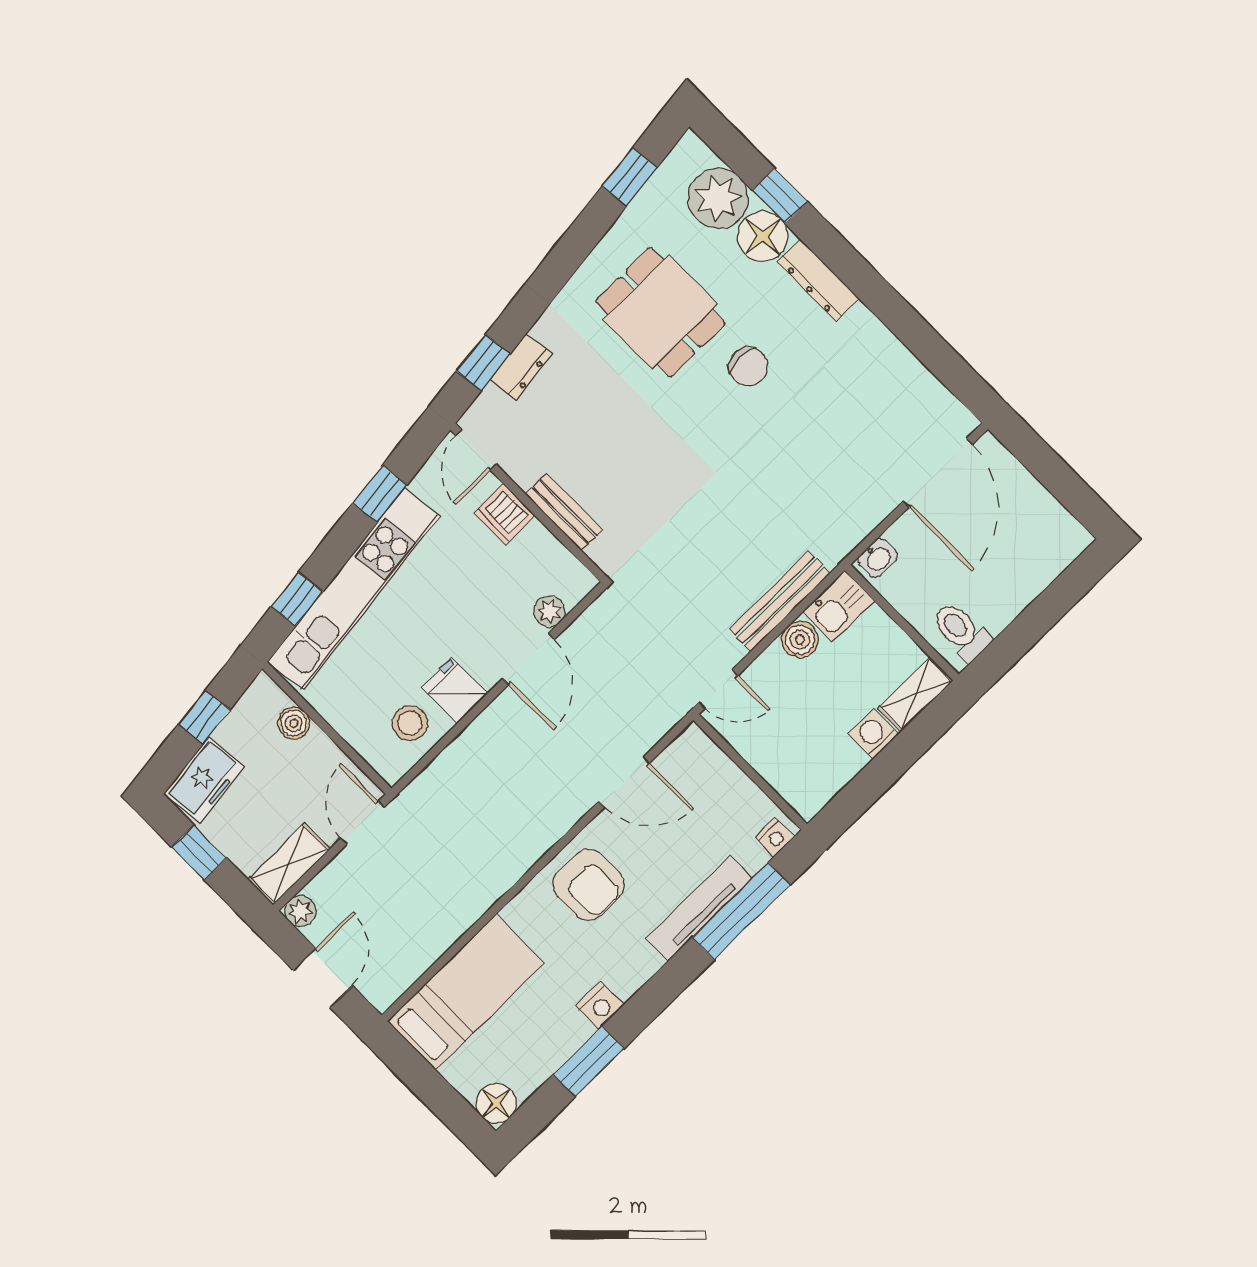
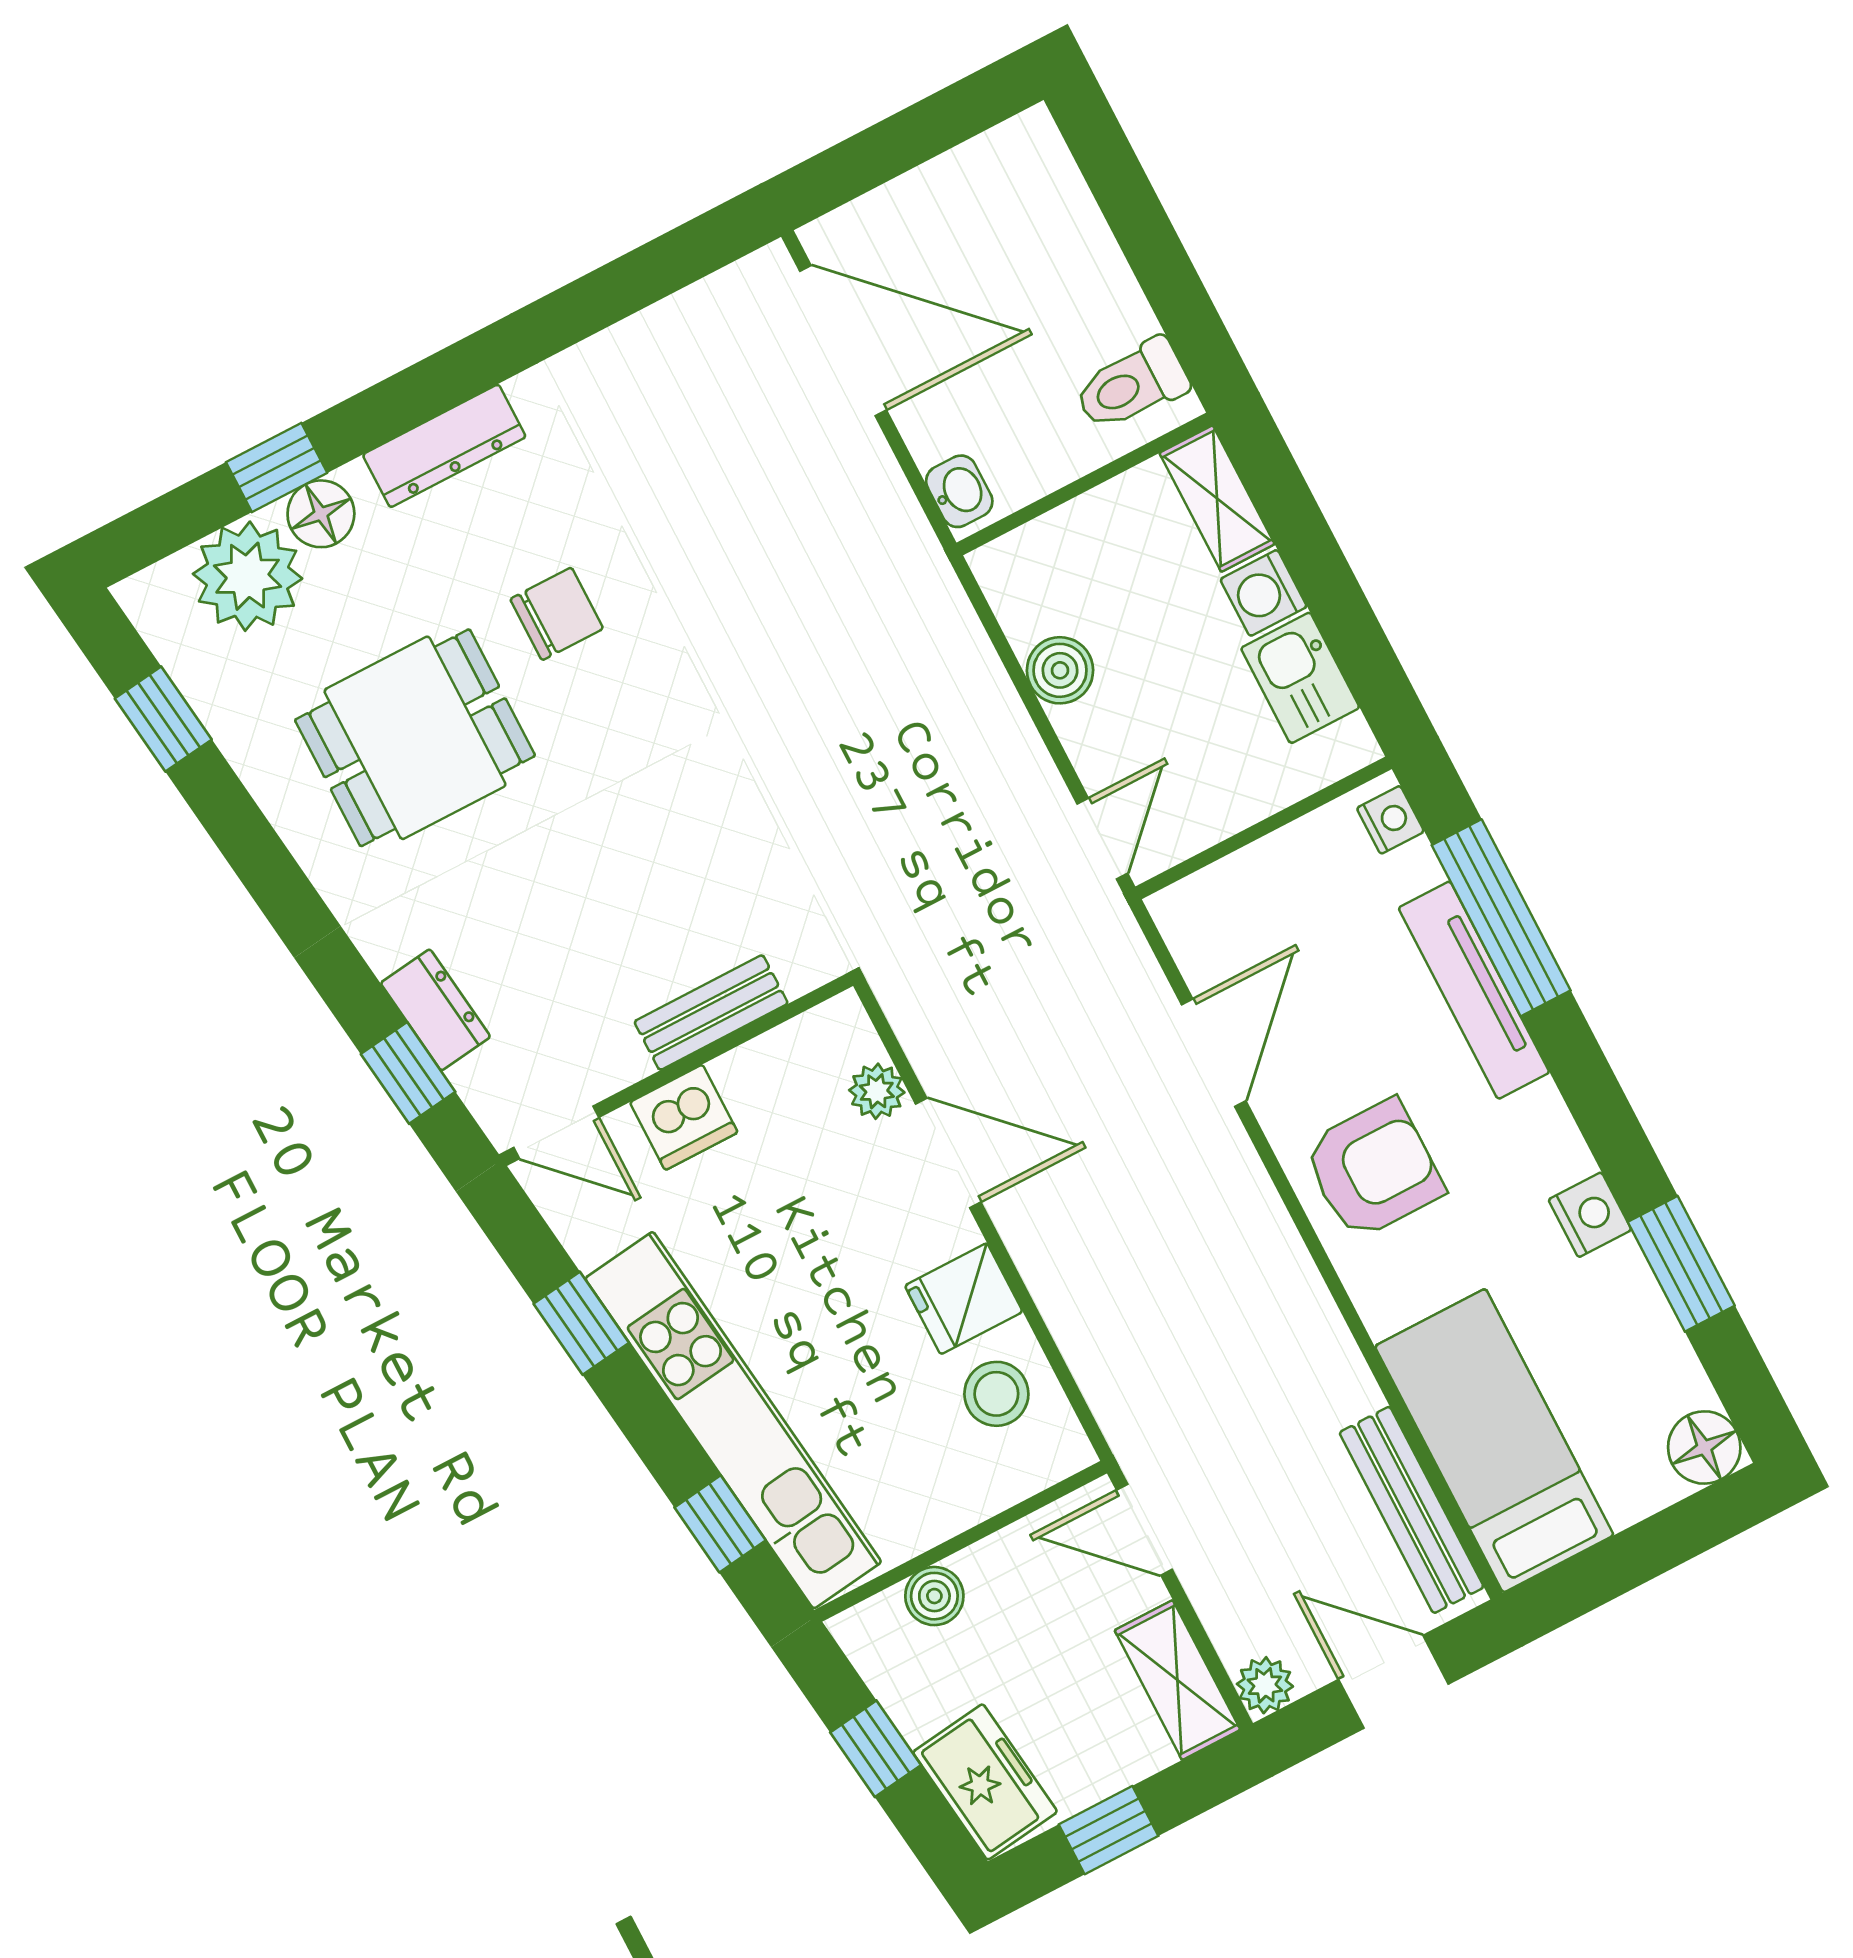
floor lamp: (763, 236) -> (321, 514), width x0.73, depth x0.73
bench: (780, 601) -> (1412, 1510), moved
kitchen sink: (839, 606) -> (1300, 678), moved, turned 180

